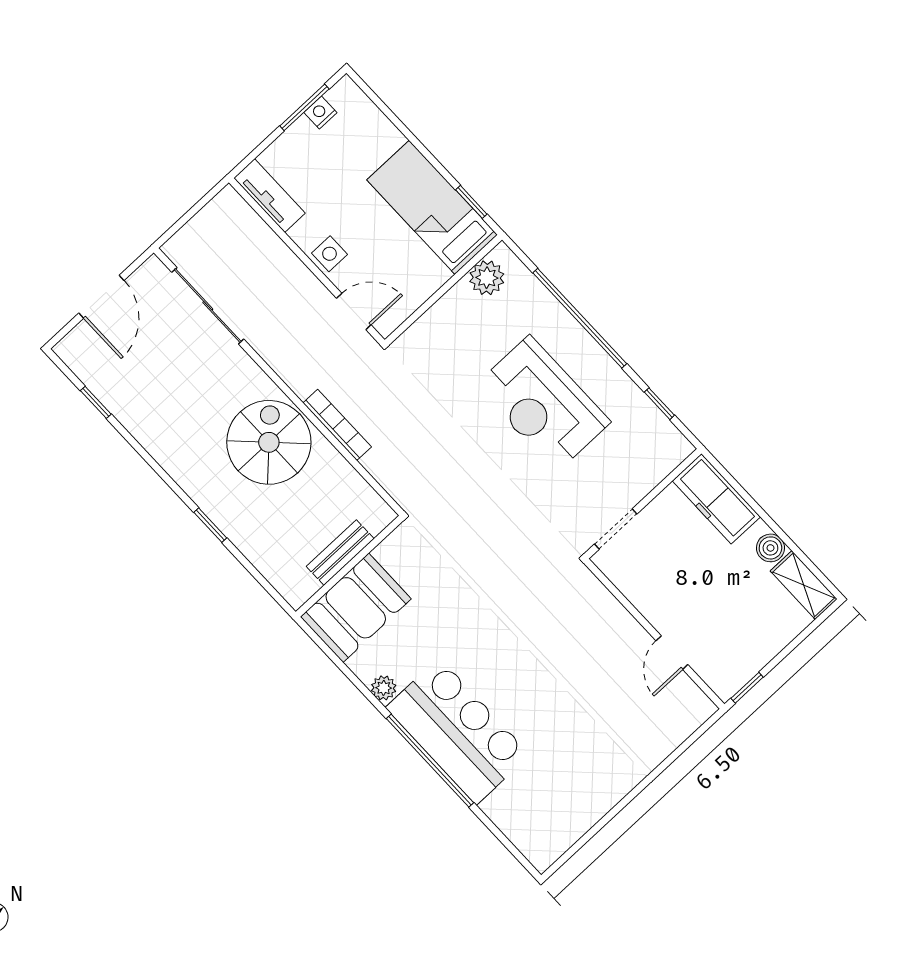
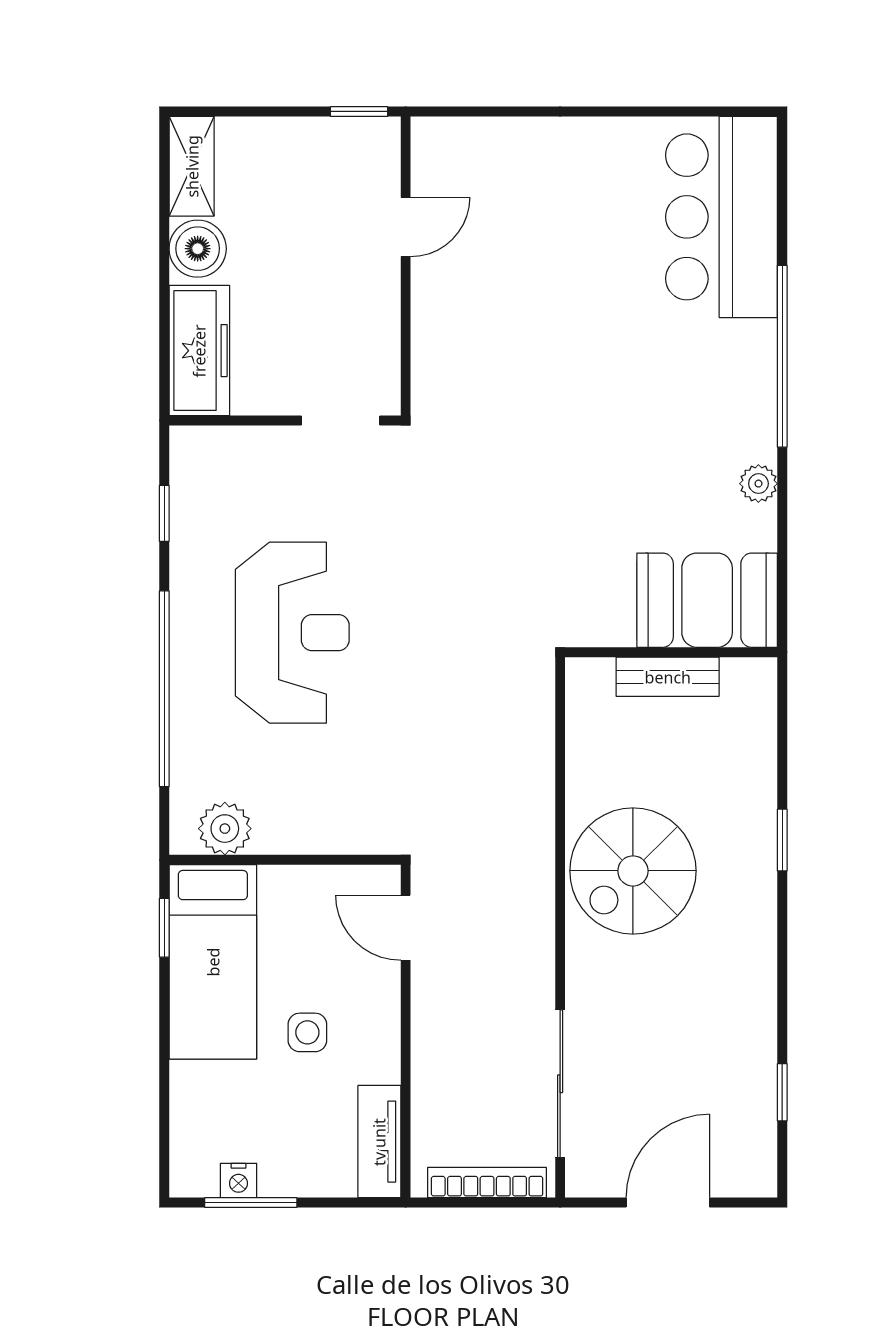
side table: (330, 254) -> (307, 1032), moved
bookcase: (337, 425) -> (487, 1183), moved, turned 90
boiler: (770, 548) -> (198, 249), width x1.36, depth x1.36
bar counter: (458, 731) -> (721, 217), moved

